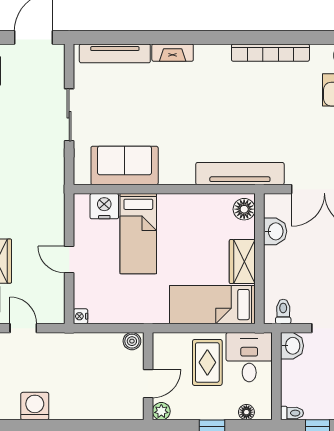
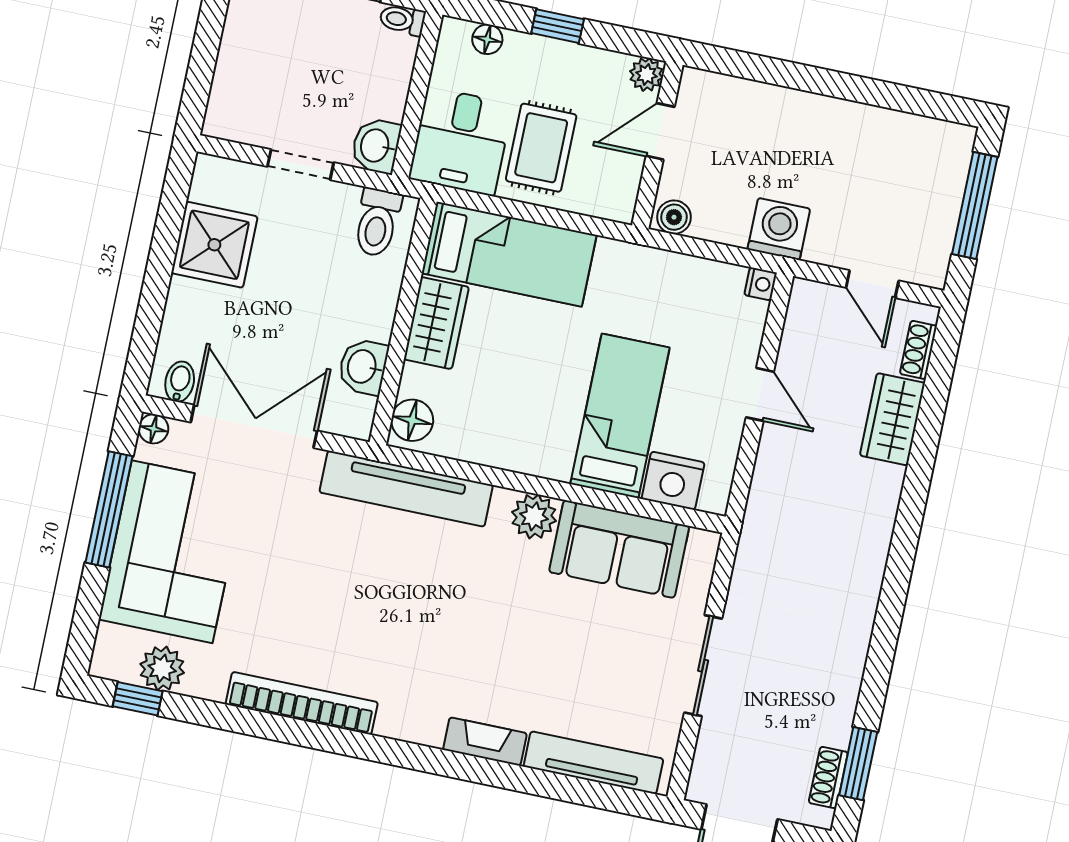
plant: (172, 173) -> (534, 516), added
toilet: (283, 311) -> (377, 222), width x1.37, depth x1.39
washing machine: (35, 406) -> (779, 229), moved, turned 180

